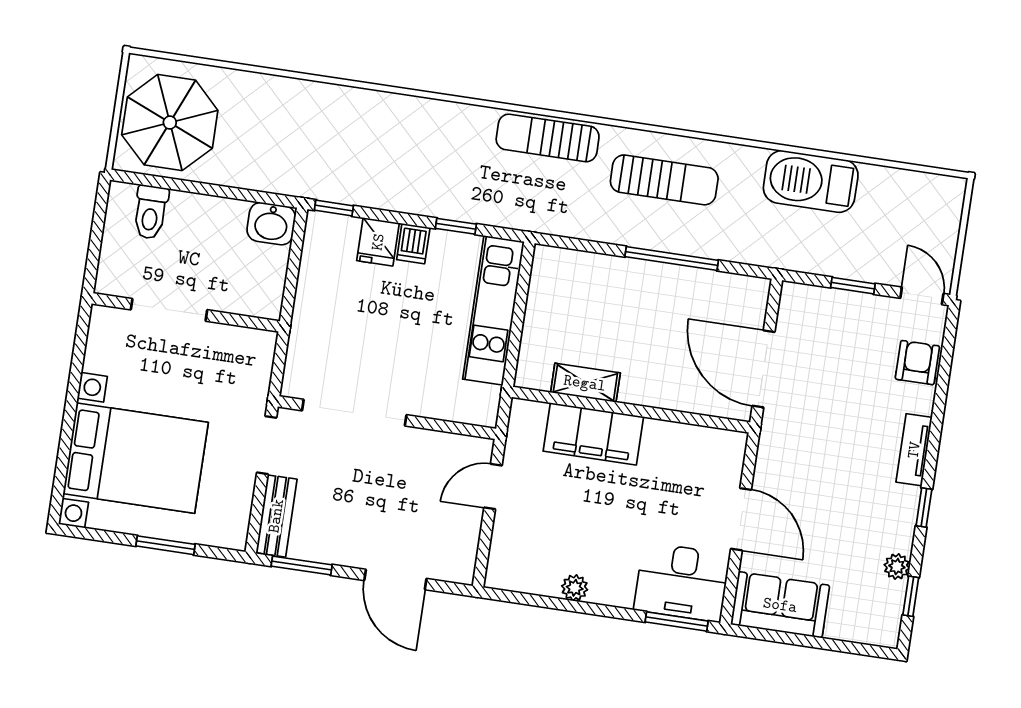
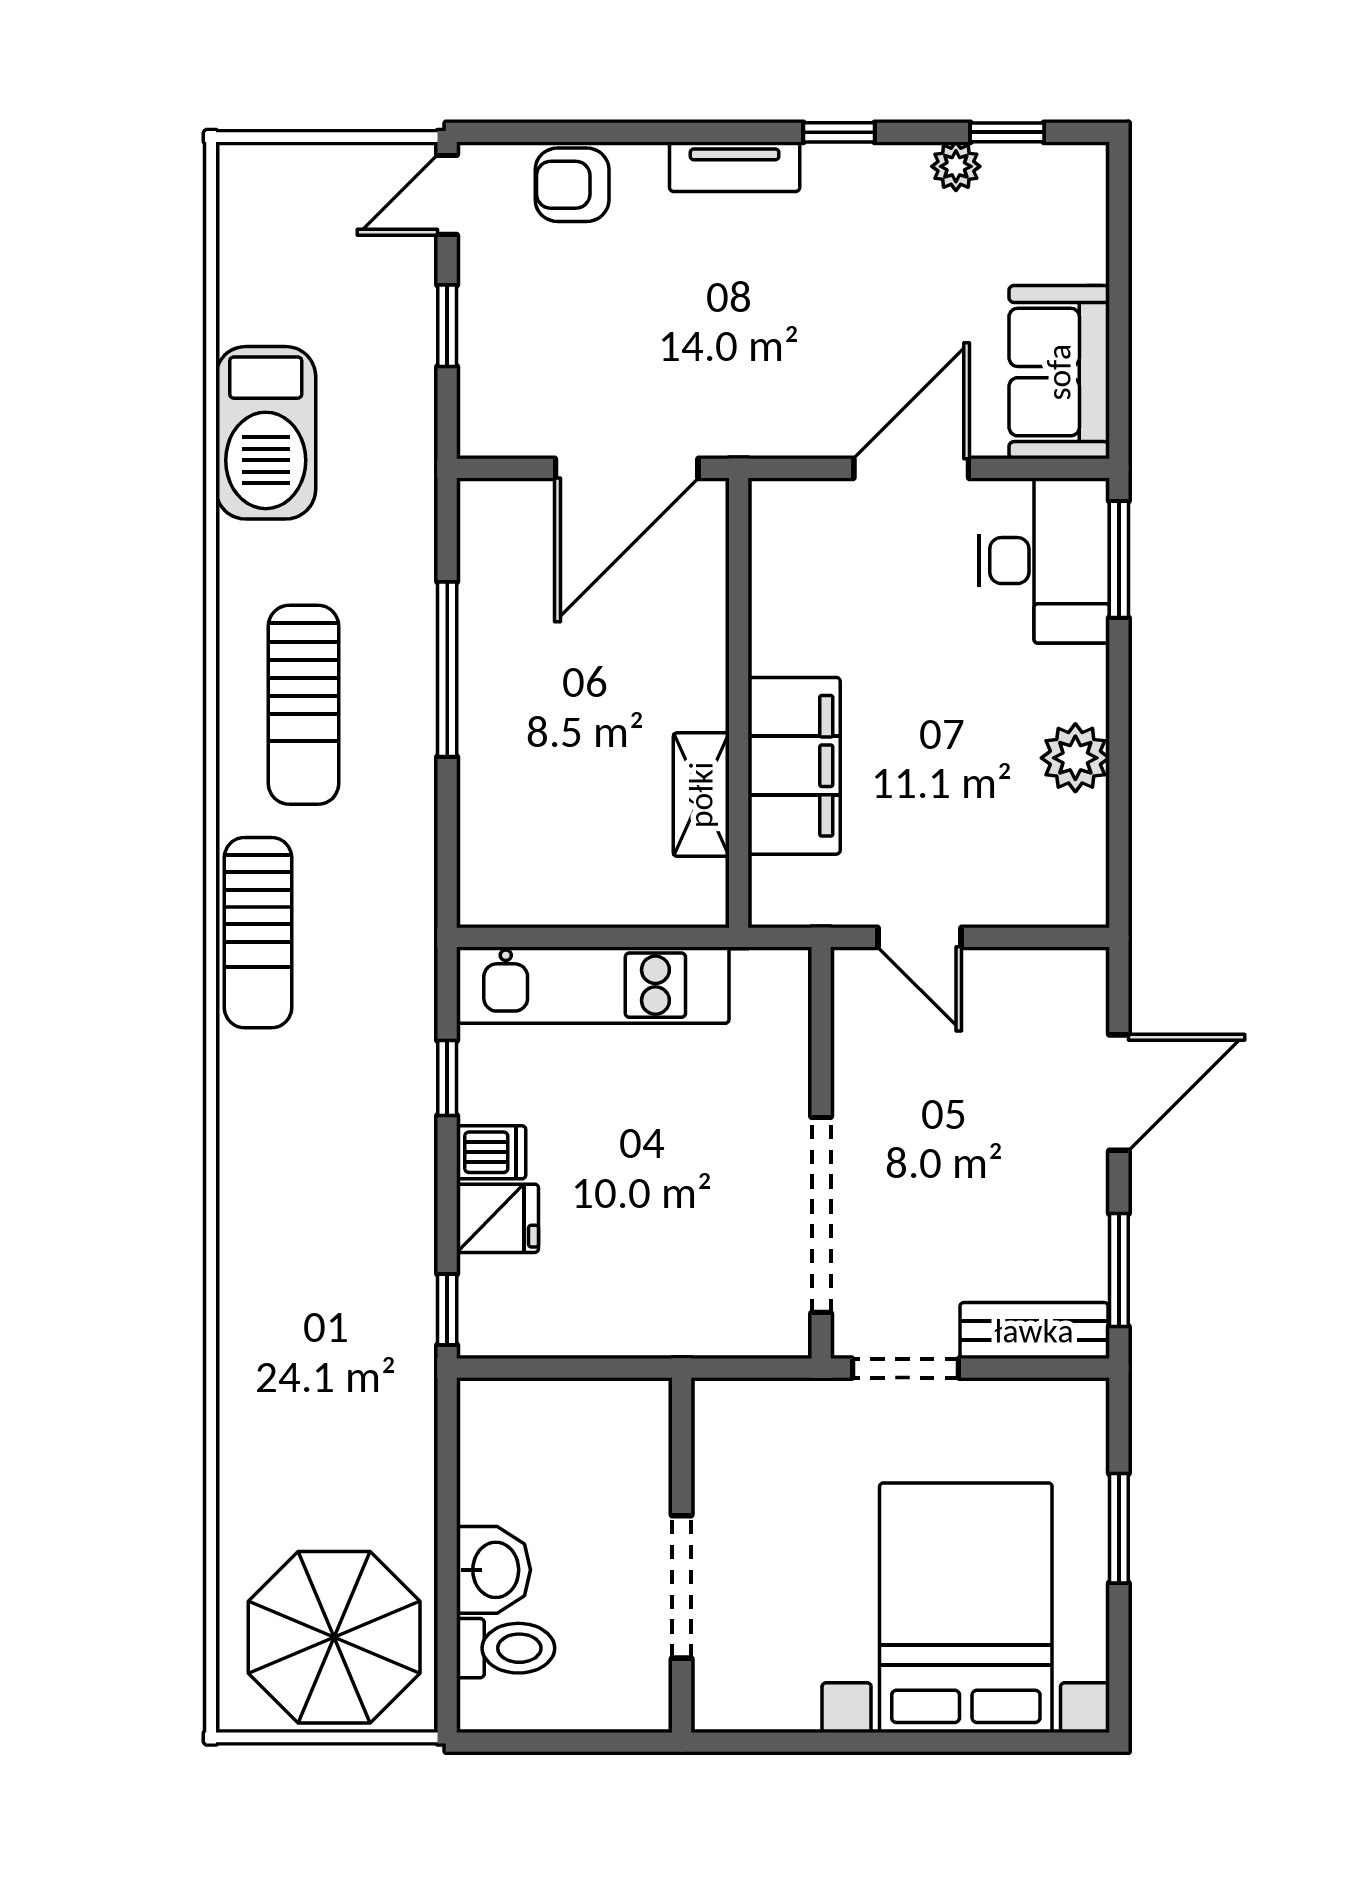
sun lounger: (664, 180) -> (304, 705), turned 180
washbasin: (271, 224) -> (494, 1570), moved
plant: (575, 588) -> (1075, 758), width x1.38, depth x1.38

